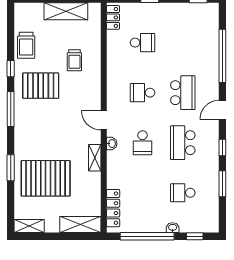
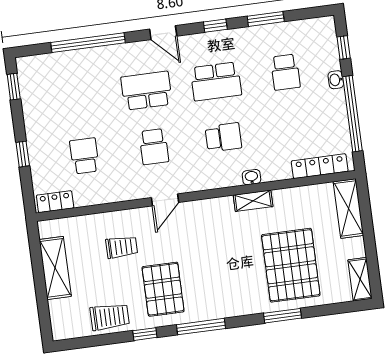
door: (104, 120) -> (165, 200), moved
washbasin: (112, 144) -> (252, 177), moved

